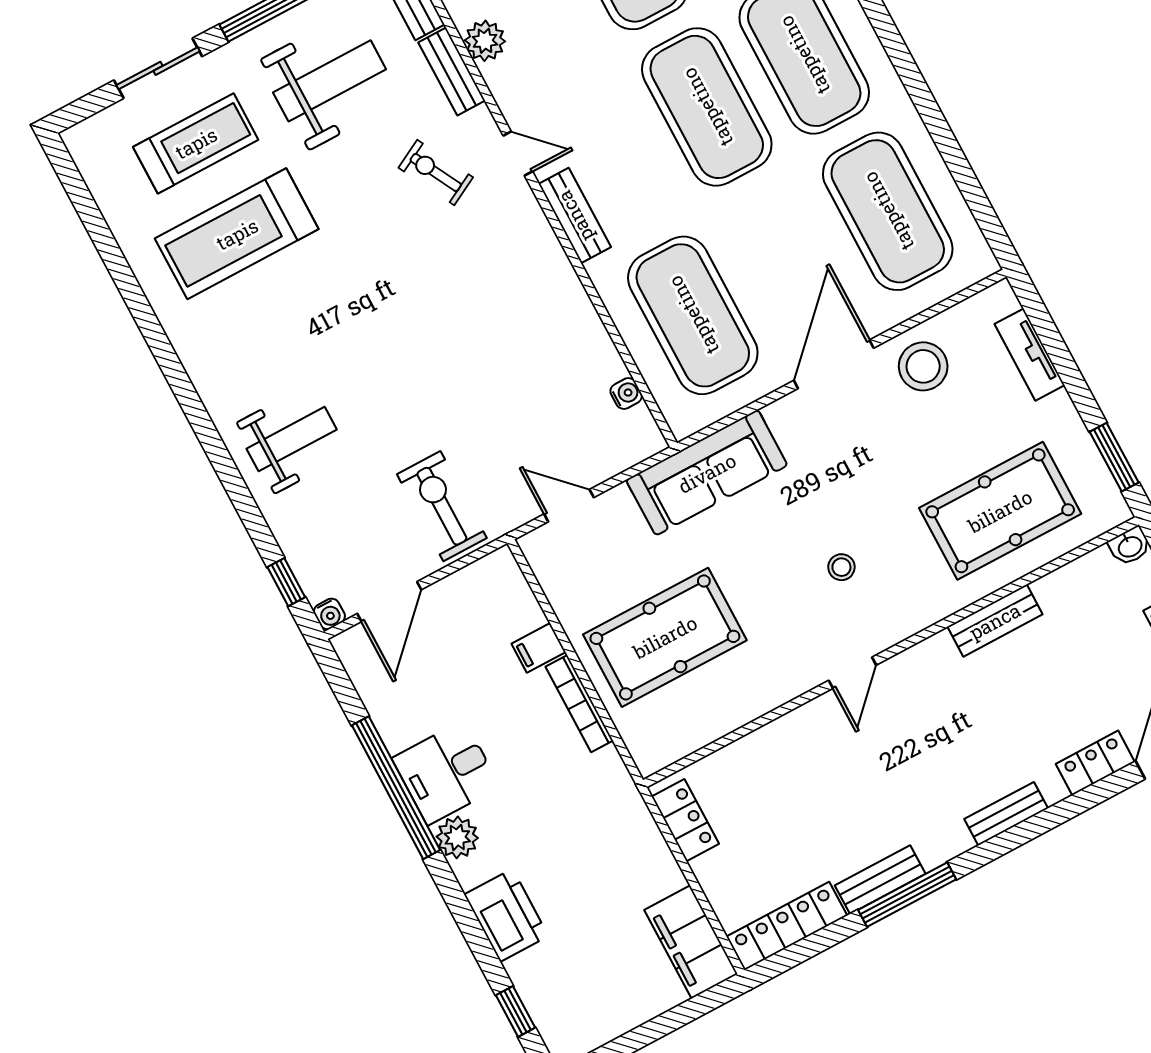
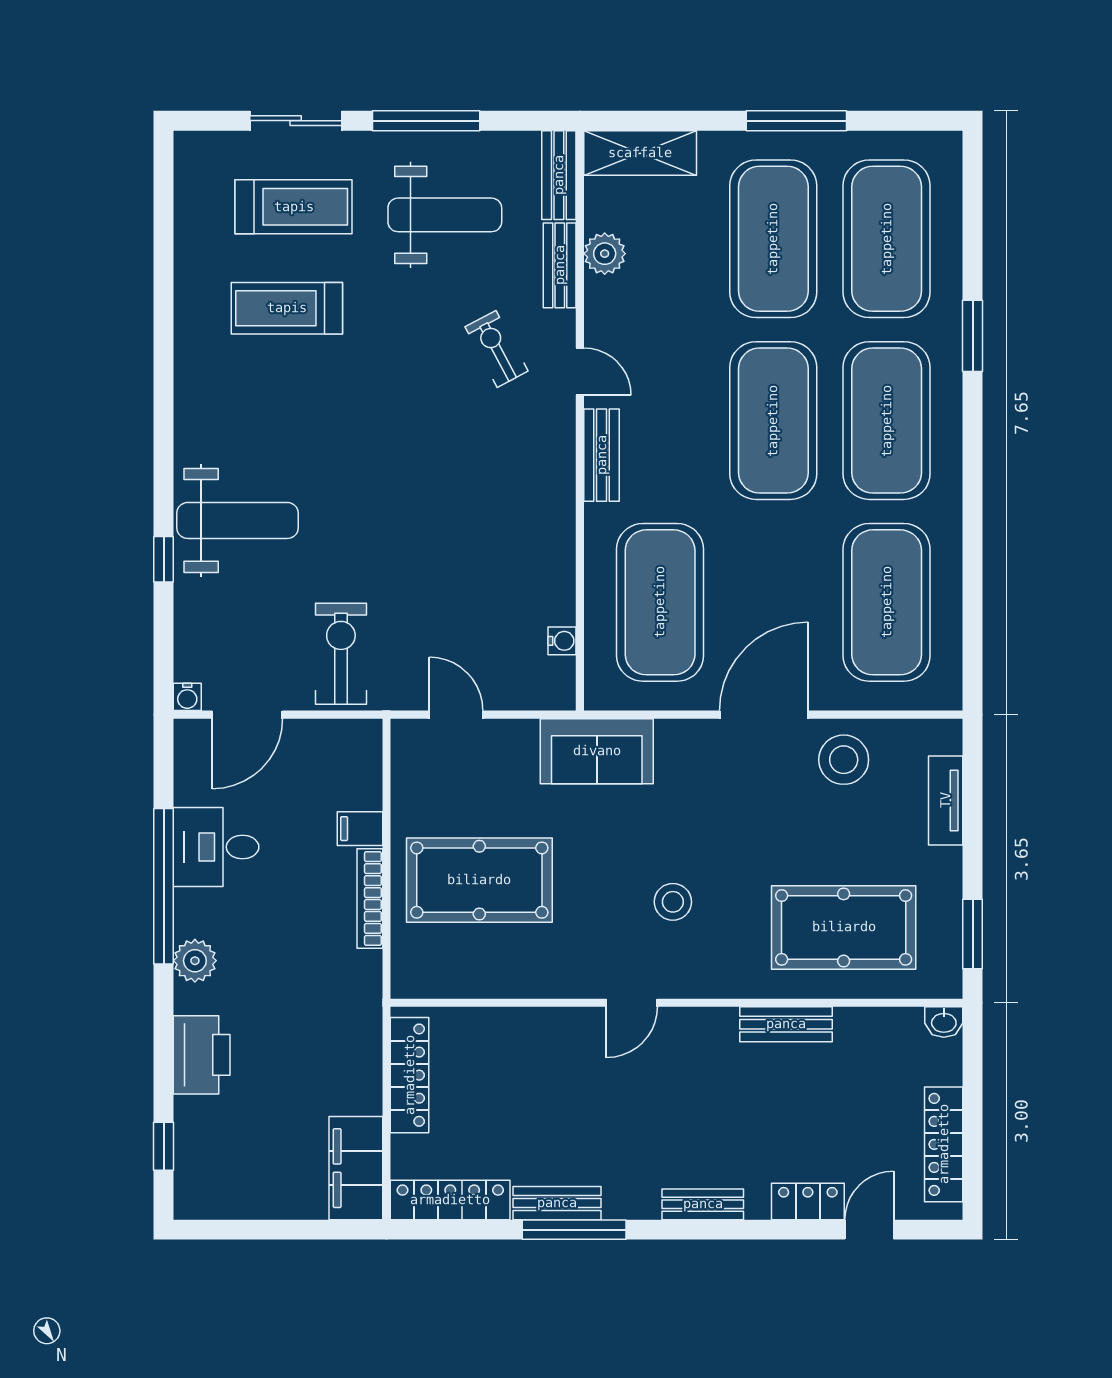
treadmill: (237, 234) -> (287, 308), width x0.73, depth x0.73
weight bench: (292, 439) -> (237, 520), width x1.36, depth x1.33
sofa: (707, 473) -> (597, 751), width x0.73
stool: (841, 567) -> (673, 902), width x1.37, depth x1.37
window: (286, 582) -> (164, 559), moved
desk: (446, 772) -> (216, 847), moved
locker: (685, 820) -> (410, 1075), width x1.53

